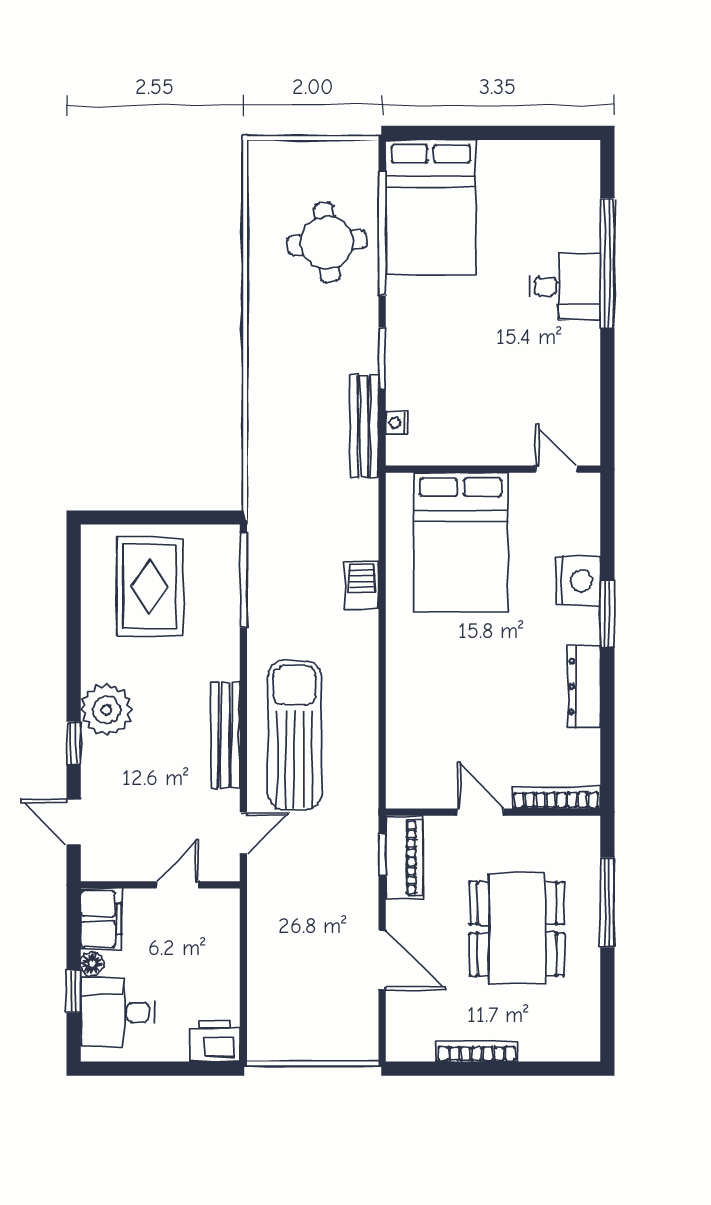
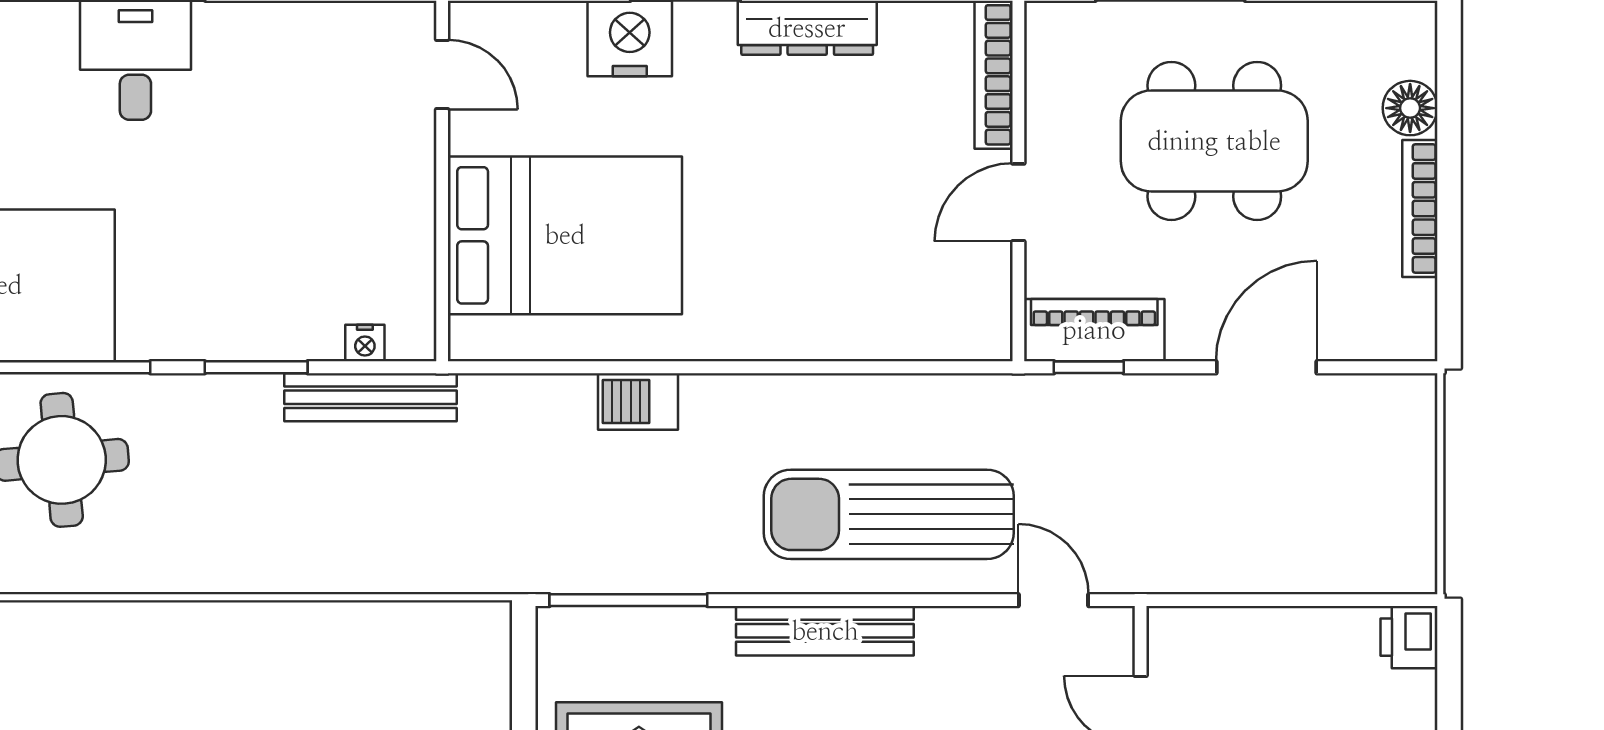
door: (556, 469) -> (442, 75), swing flipped
bench: (225, 735) -> (825, 631), moved
printer: (215, 1041) -> (1409, 637), width x0.73, depth x0.81
floor lamp: (536, 1045) -> (1410, 108), added

